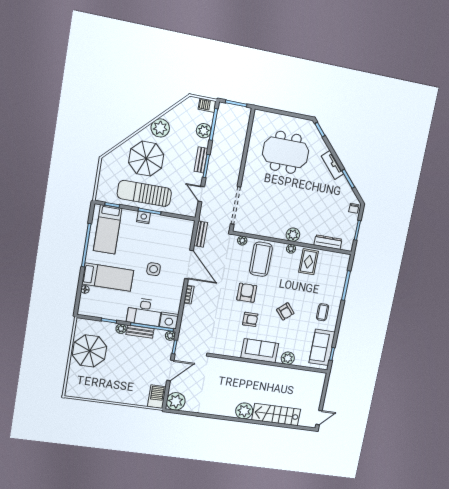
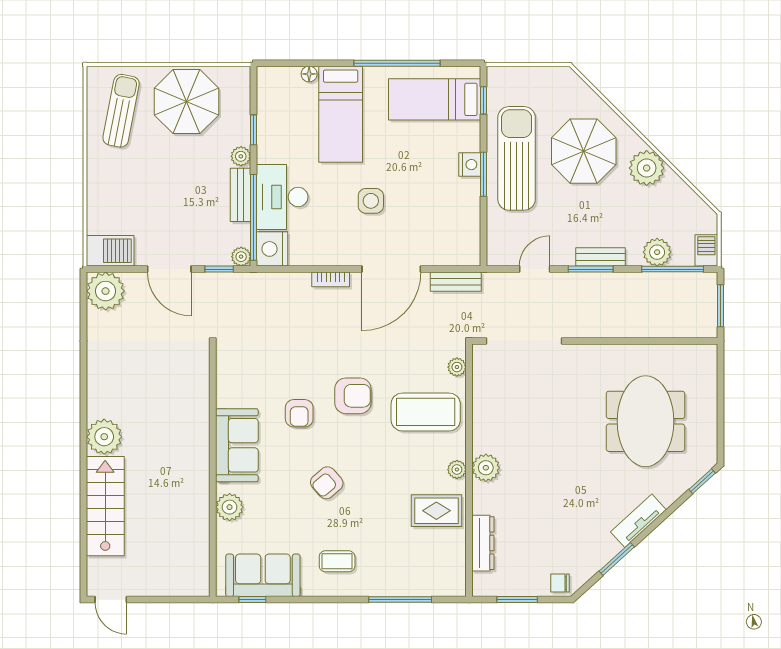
sun lounger: (89, 383) -> (121, 111), added

